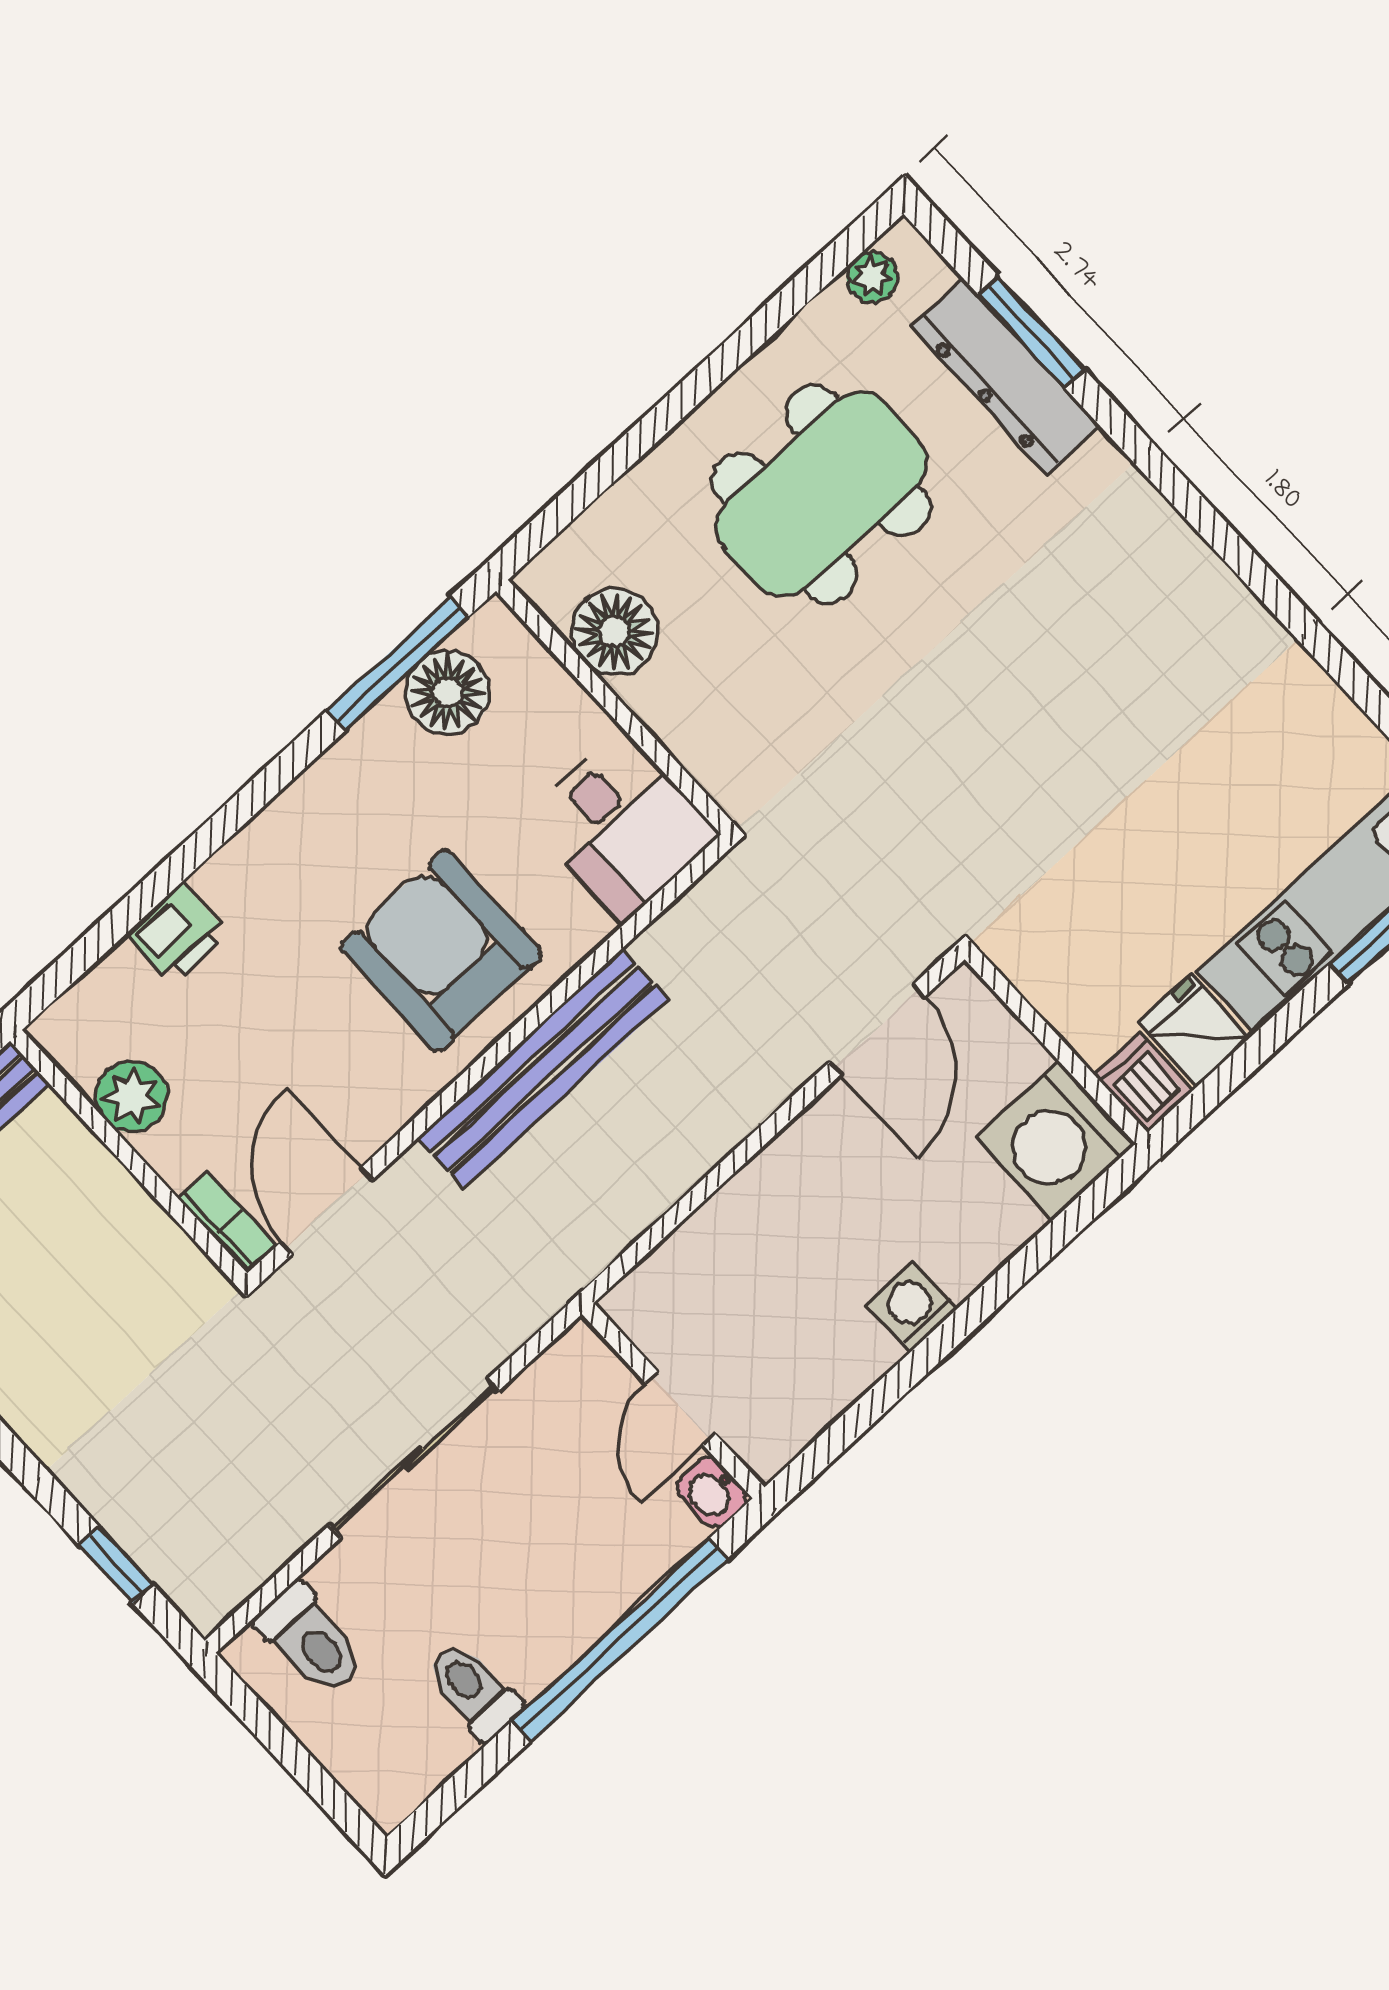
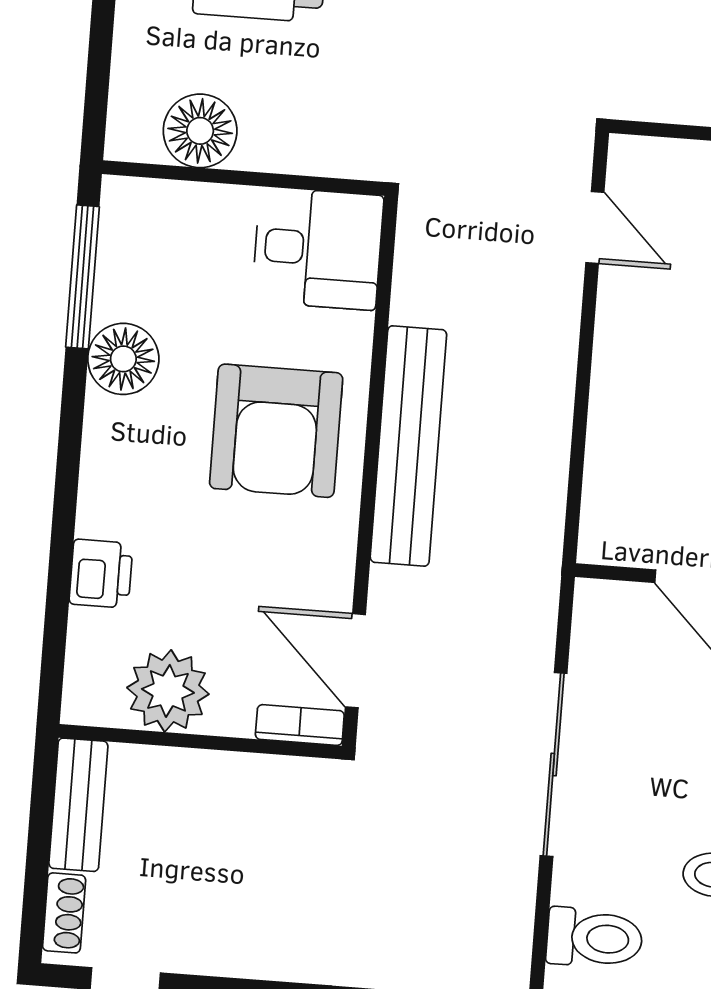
floor lamp: (448, 692) -> (123, 359), moved
armchair: (441, 950) -> (276, 431), turned -90
door: (877, 1029) -> (595, 228), width x0.73
plant: (132, 1096) -> (168, 691), width x1.36, depth x1.36

